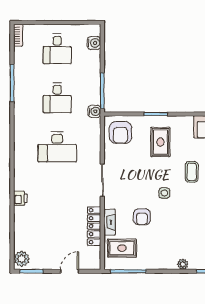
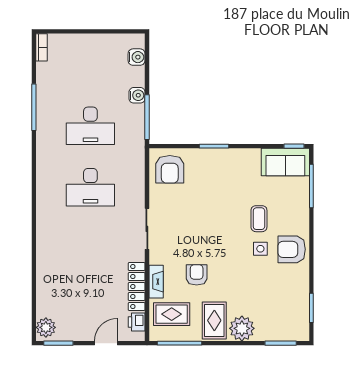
desk: (57, 49) -> (90, 64), removed
desk: (57, 98) -> (90, 126), width x1.37
water cooler: (94, 111) -> (137, 95), moved
rug: (160, 142) -> (214, 320), moved
side table: (164, 193) -> (260, 249), moved
printer: (20, 198) -> (137, 322), moved, turned 180
armchair: (142, 217) -> (197, 275), turned 180
plant: (183, 264) -> (242, 328), width x1.87, depth x1.87

